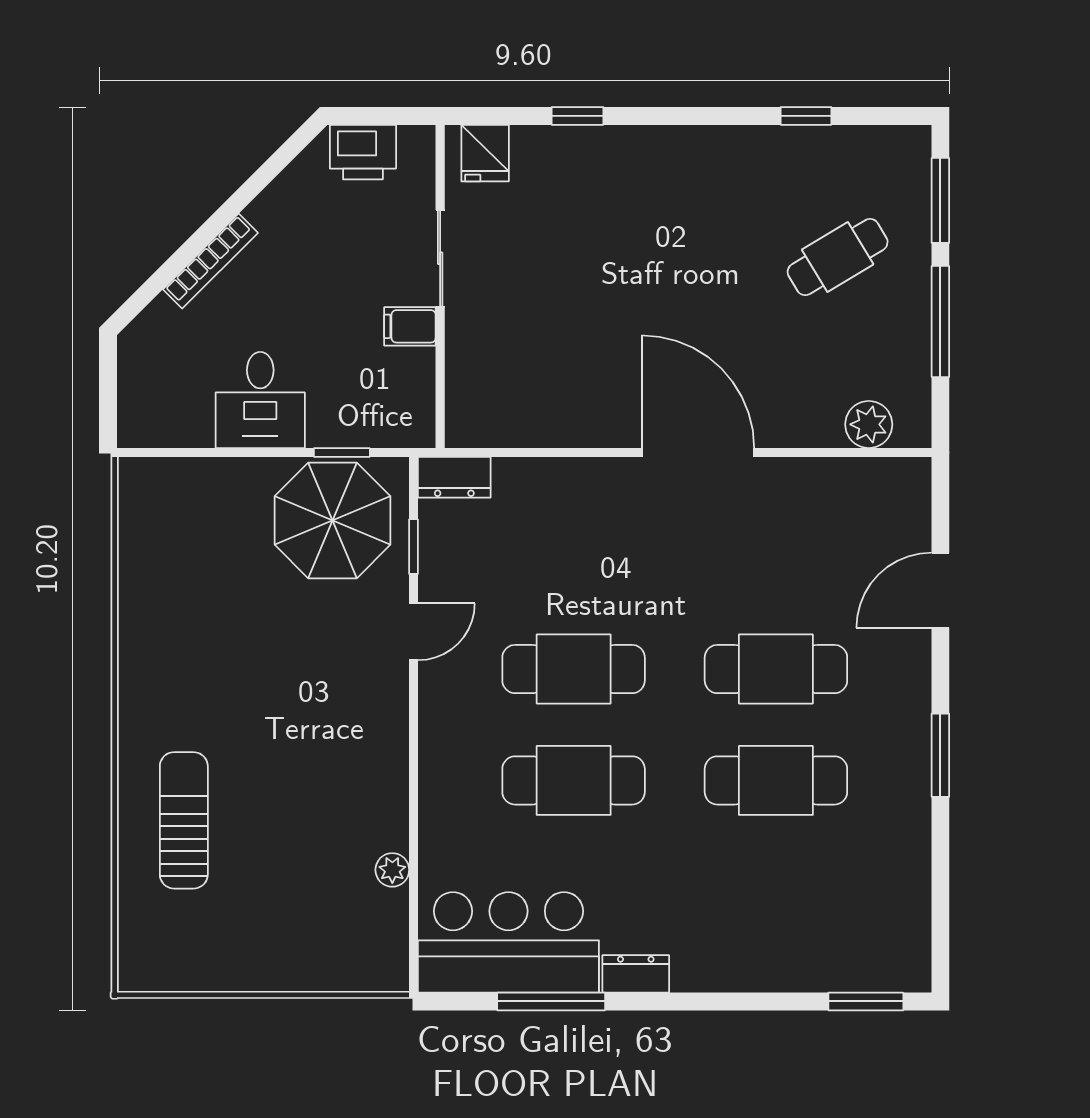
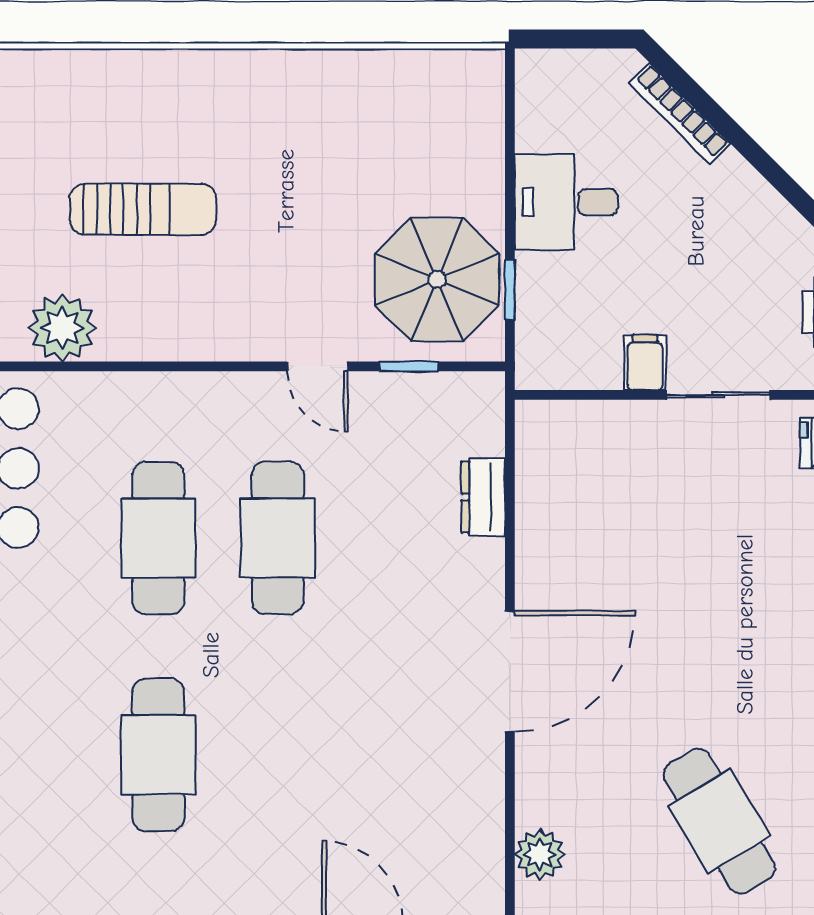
cafe table: (838, 257) -> (719, 821), width x1.37, depth x1.35
bookcase: (210, 261) -> (680, 113), moved
dresser: (454, 477) -> (483, 497), moved
cafe table: (776, 669) -> (278, 755), removed
sun lounger: (184, 820) -> (143, 209), moved
plant: (392, 870) -> (62, 328), width x1.88, depth x1.88

